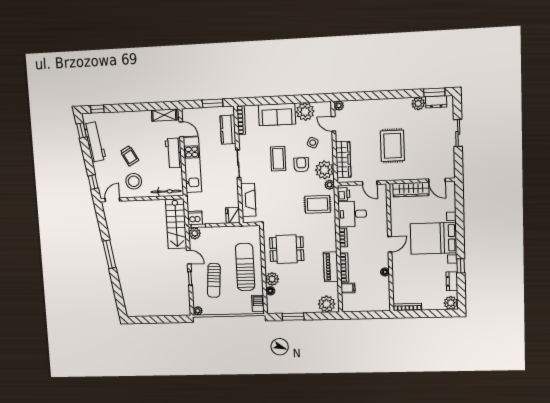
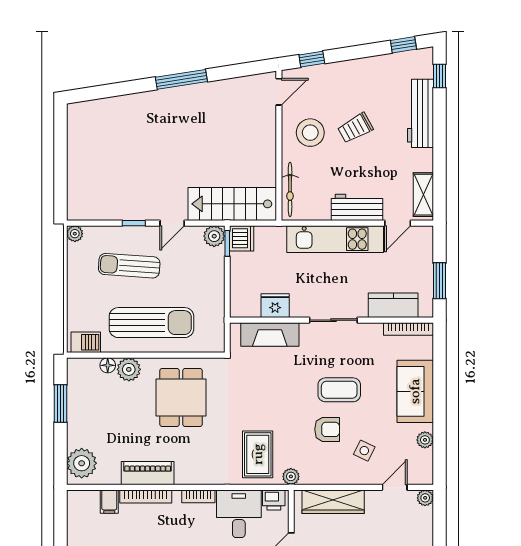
plant: (305, 112) -> (425, 440), width x0.53, depth x0.53
workbench: (95, 142) -> (420, 113), moved, turned 99
plant: (324, 170) -> (317, 469), removed
door: (112, 200) -> (279, 92), hinge flipped
fridge: (233, 215) -> (275, 306), moved

